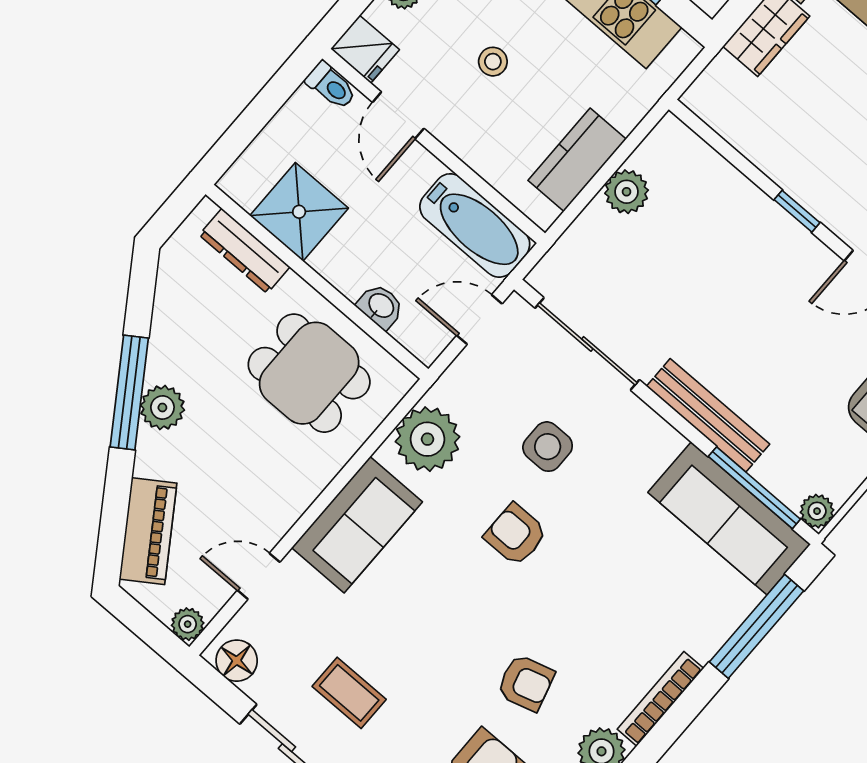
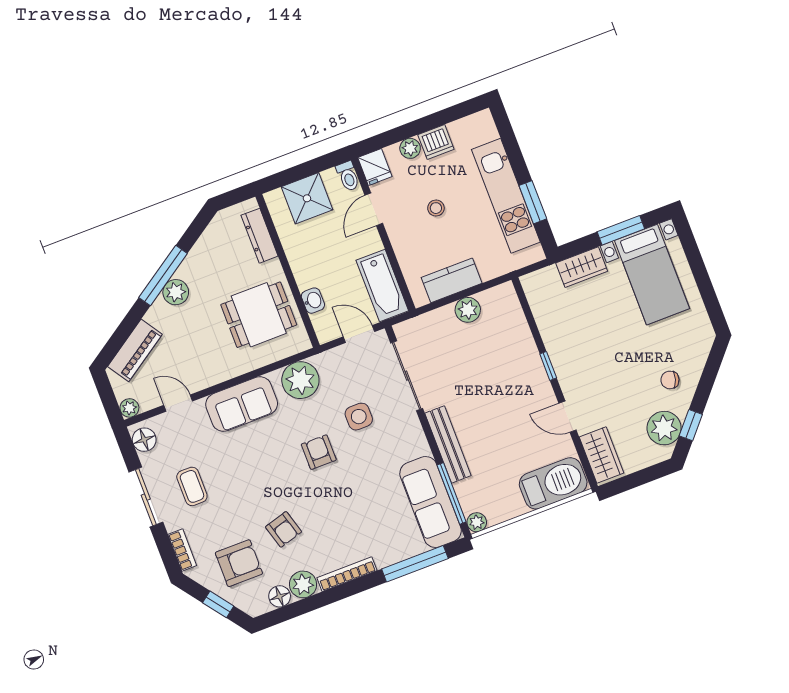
shower: (299, 212) -> (307, 198), moved
dining table: (309, 373) -> (259, 315), turned 90

